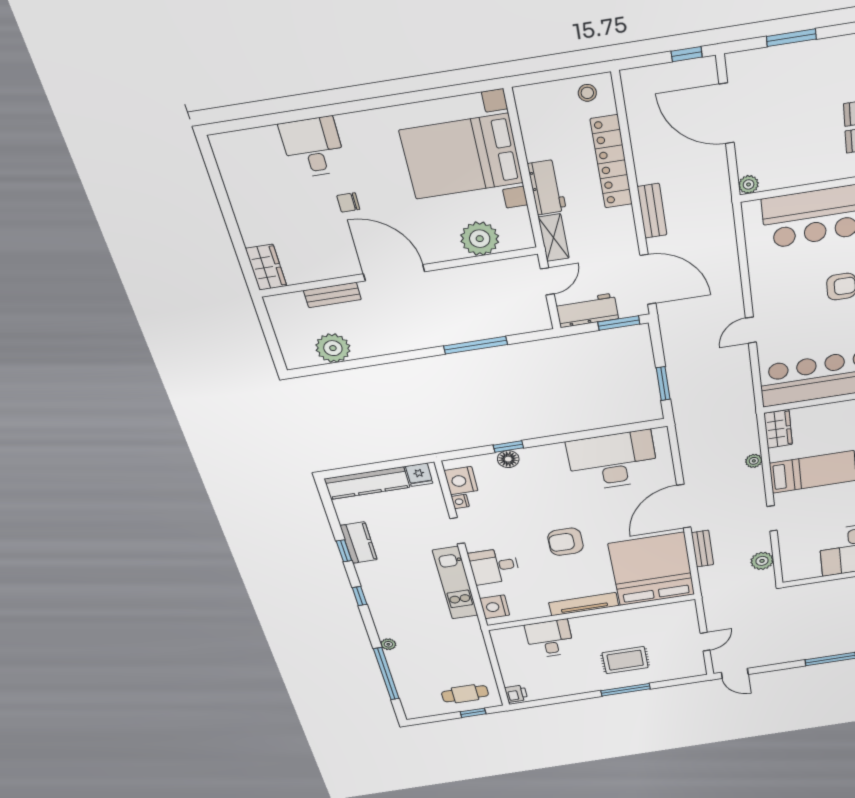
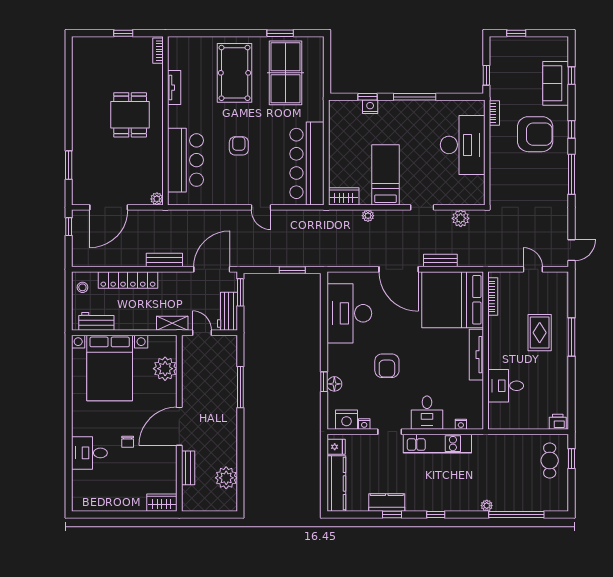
workbench: (547, 187) -> (96, 321), moved
armchair: (565, 542) -> (387, 366), moved
nightstand: (495, 607) -> (461, 424), width x0.53, depth x0.56
bookcase: (663, 609) -> (493, 297), added

